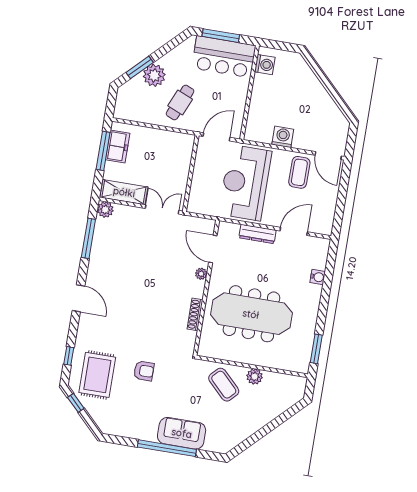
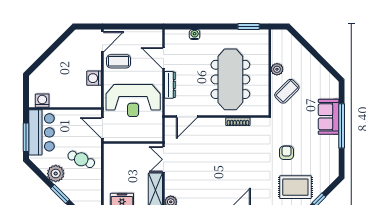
plant: (154, 75) -> (56, 174), moved
plant: (201, 274) -> (207, 122), removed

